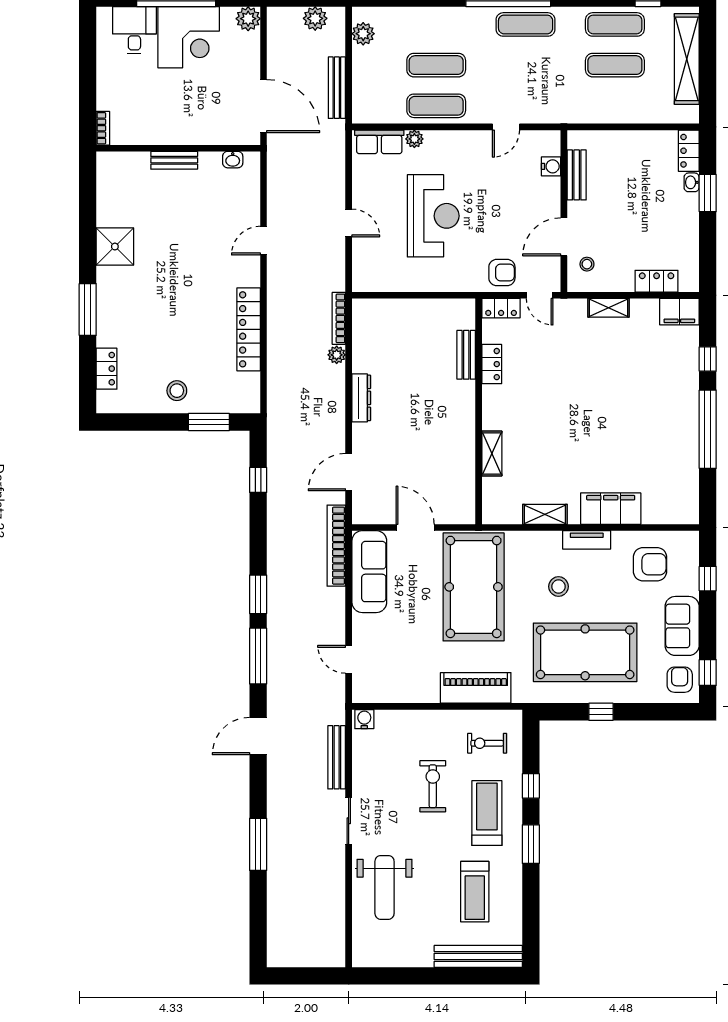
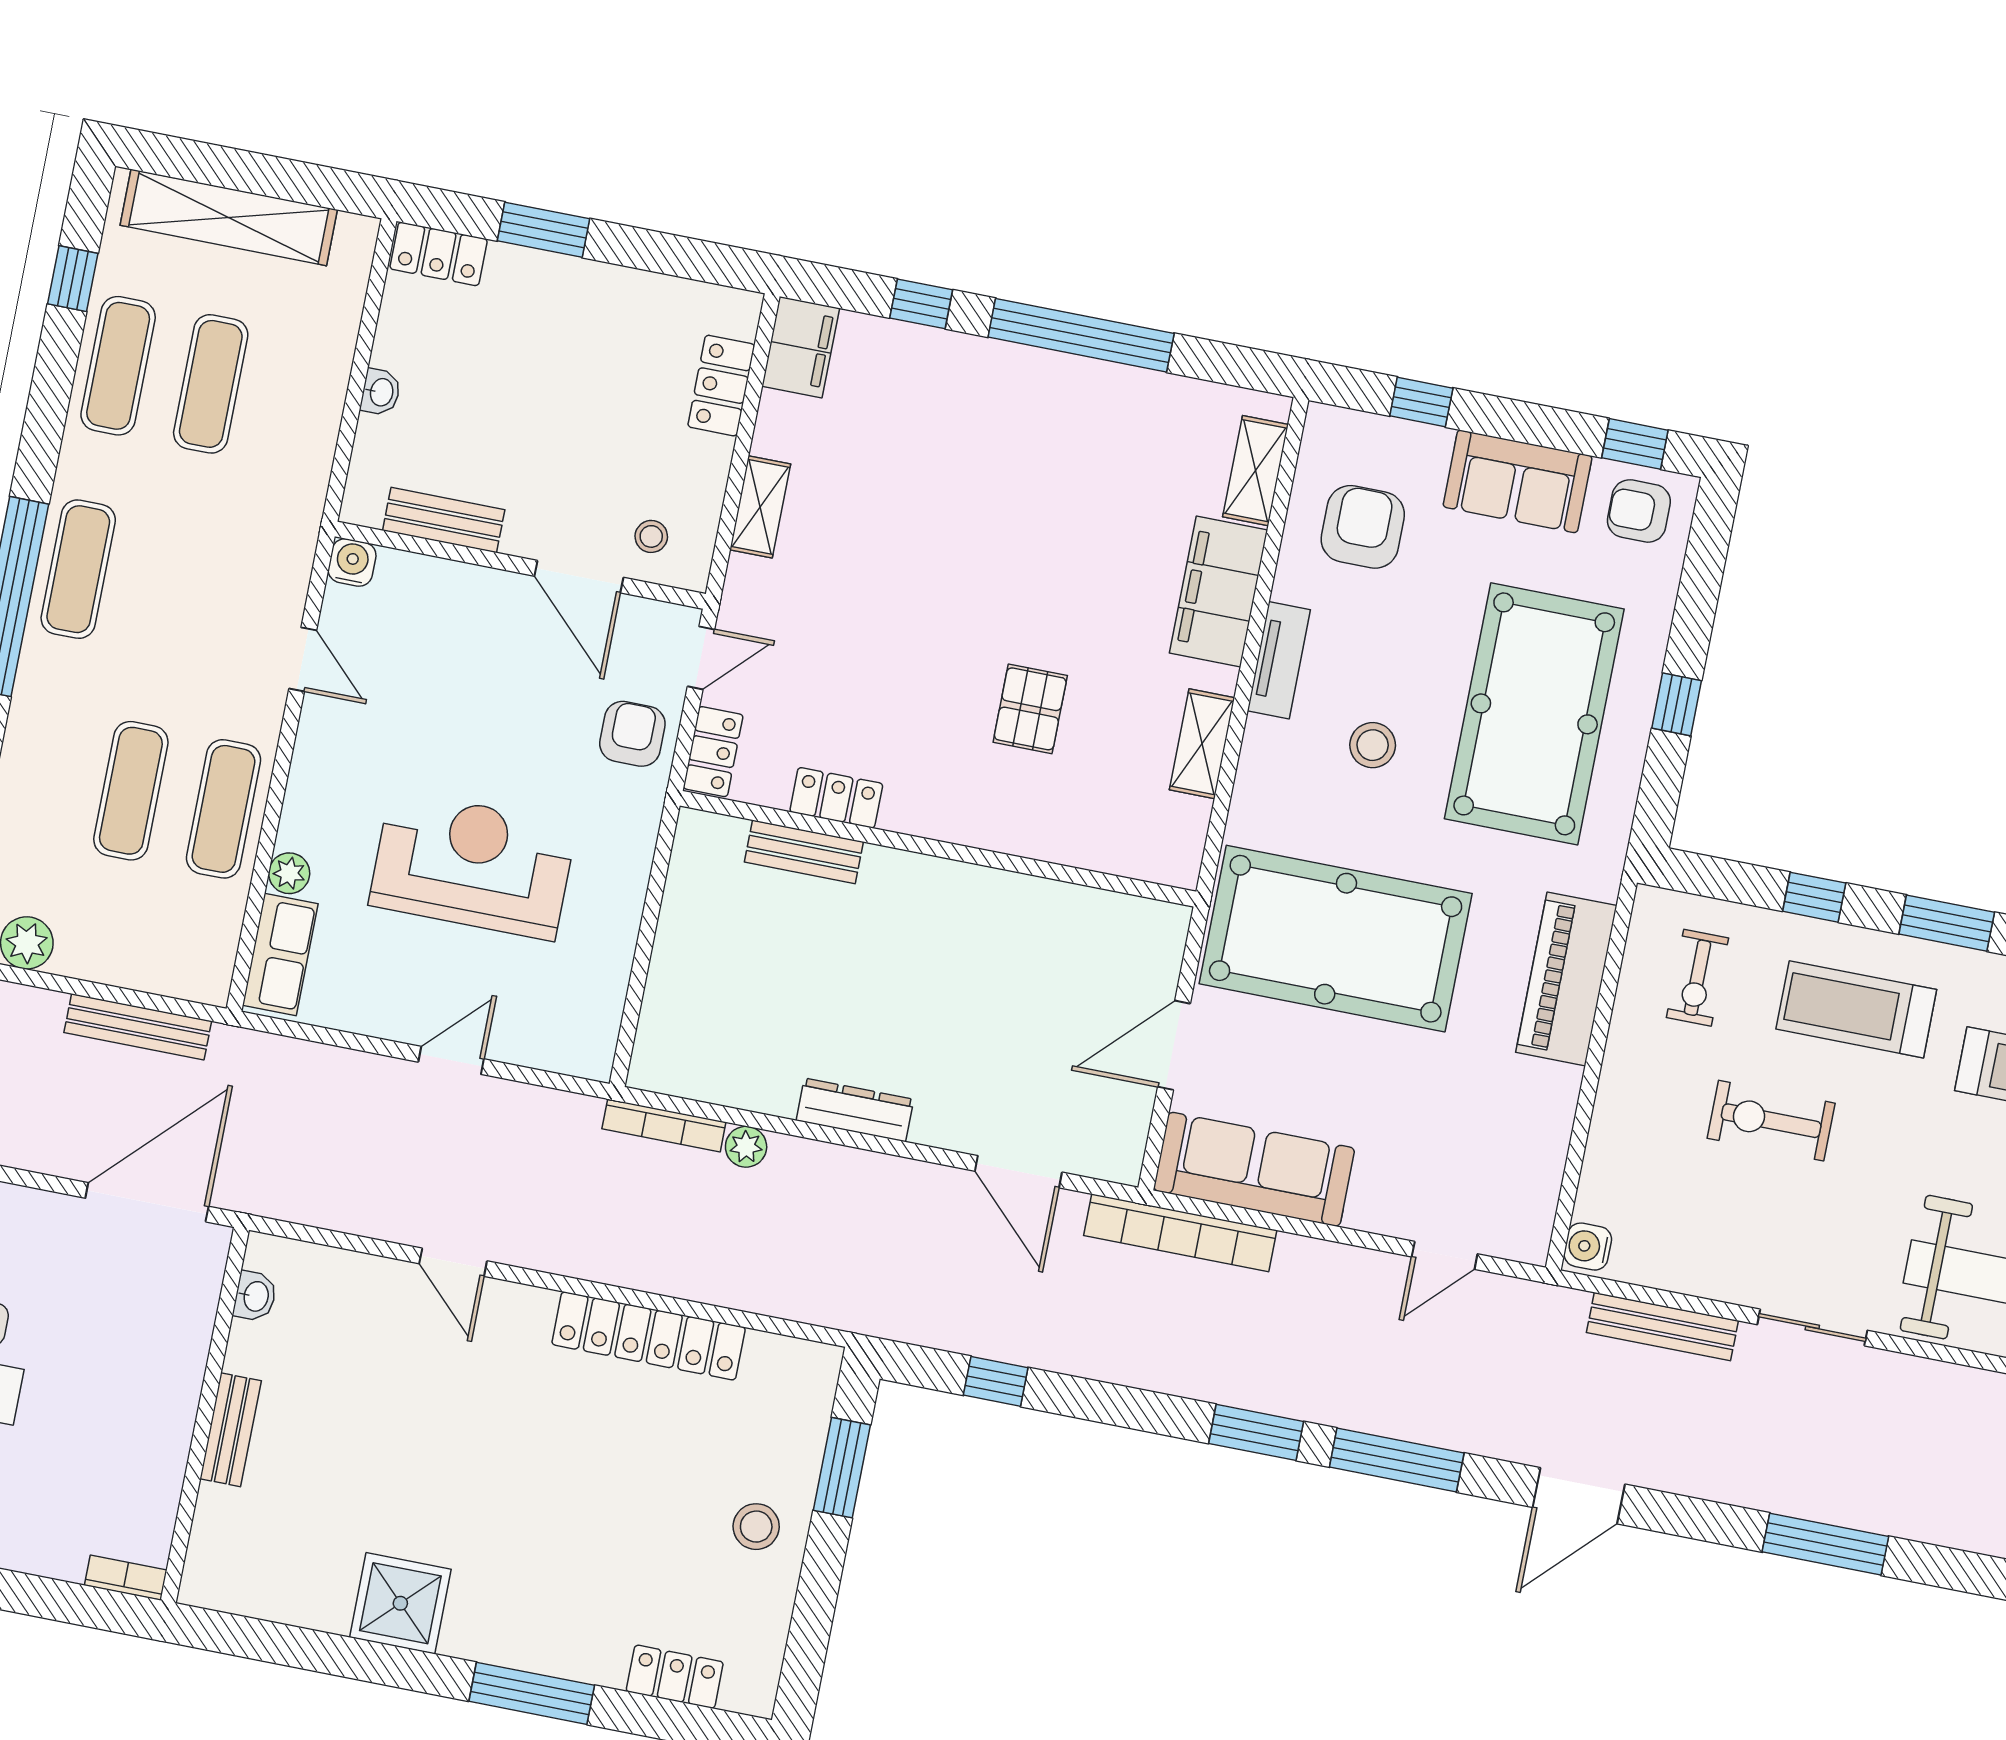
water cooler: (551, 166) -> (352, 562), moved
washbasin: (692, 182) -> (381, 392), moved, turned -90
pallet: (545, 439) -> (1030, 709), added
shelving: (492, 453) -> (1255, 471), moved, turned 90
door: (258, 736) -> (1579, 1496), hinge flipped

